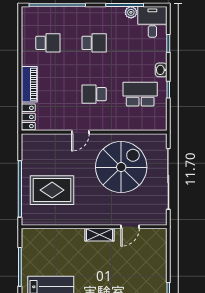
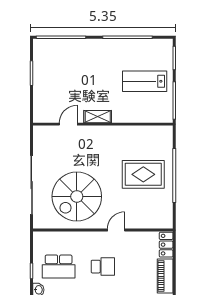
wall: (94, 227) -> (103, 124), moved
door: (130, 227) -> (68, 124), moved
shelving: (99, 235) -> (98, 117), moved

